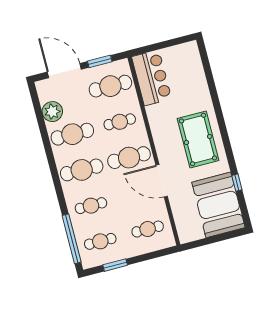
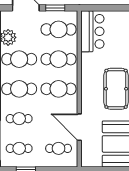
cafe table: (120, 122) -> (59, 59), width x1.37, depth x1.35
door: (162, 181) -> (79, 127), moved

